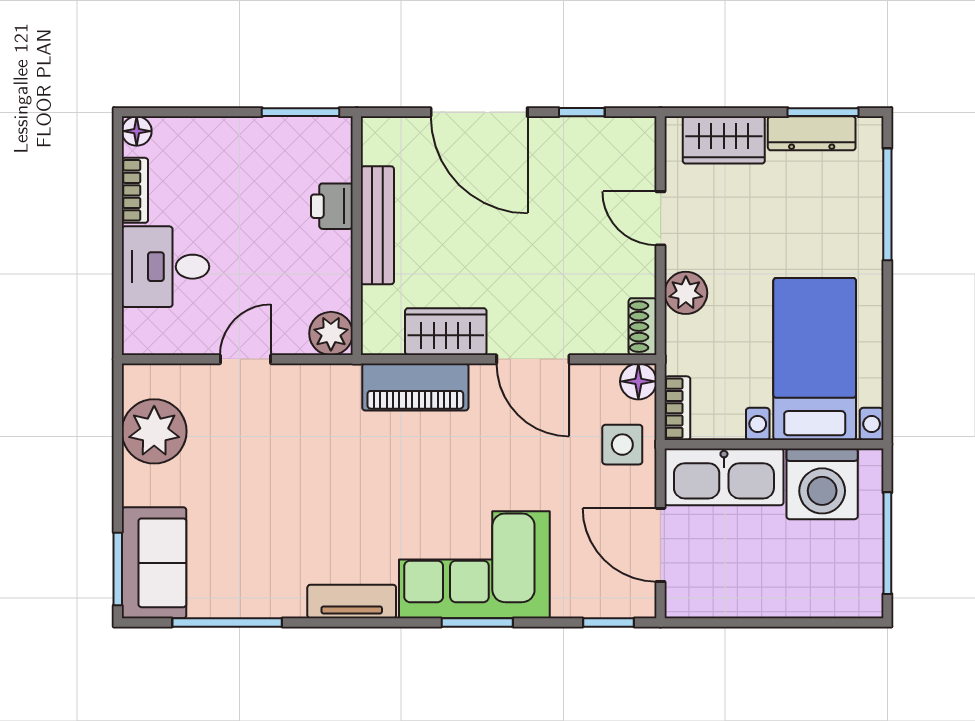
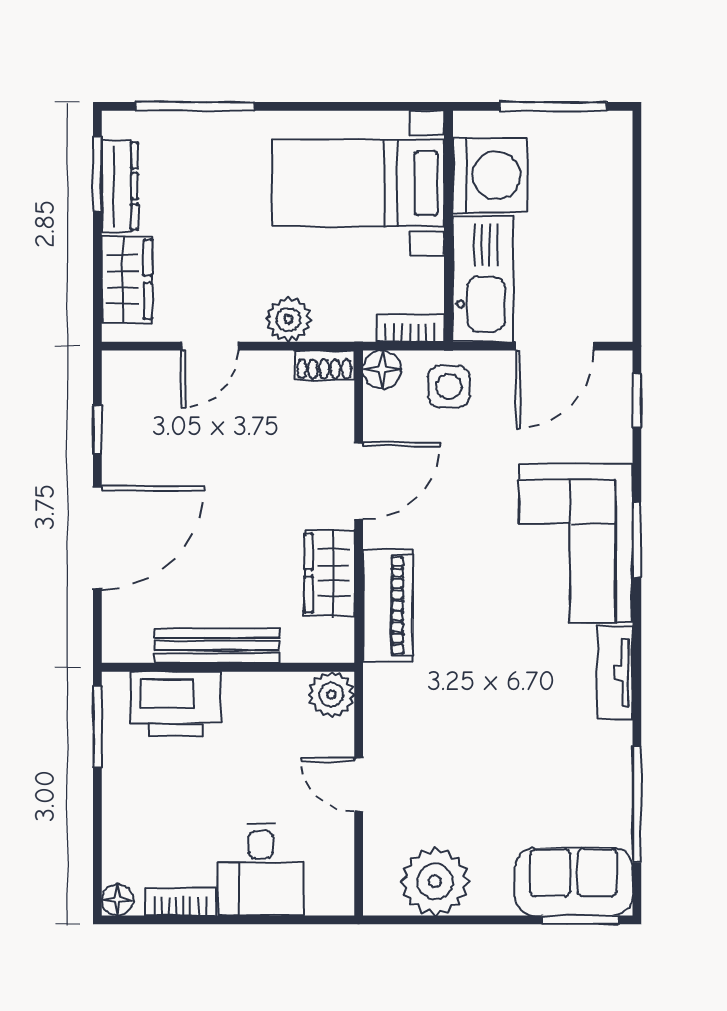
printer: (332, 206) -> (176, 704), width x1.87, depth x1.48

